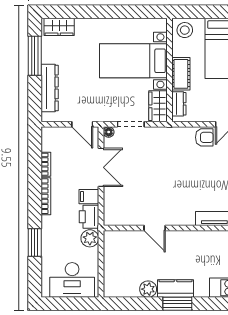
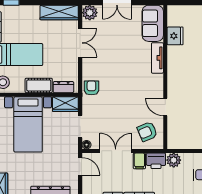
door: (82, 124) -> (80, 166), hinge flipped
armchair: (204, 137) -> (91, 88), moved
armchair: (125, 206) -> (147, 132), added
door: (155, 228) -> (165, 107), swing flipped

